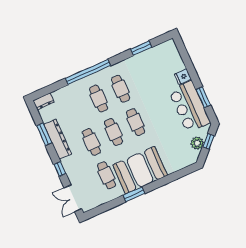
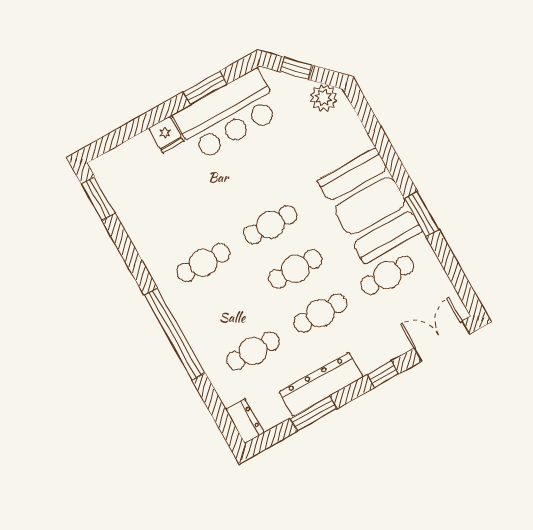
window: (141, 48) -> (98, 199), moved
cafe table: (99, 99) -> (253, 351), moved
plant: (197, 143) -> (323, 98), moved
double door: (73, 198) -> (442, 341), swing flipped

